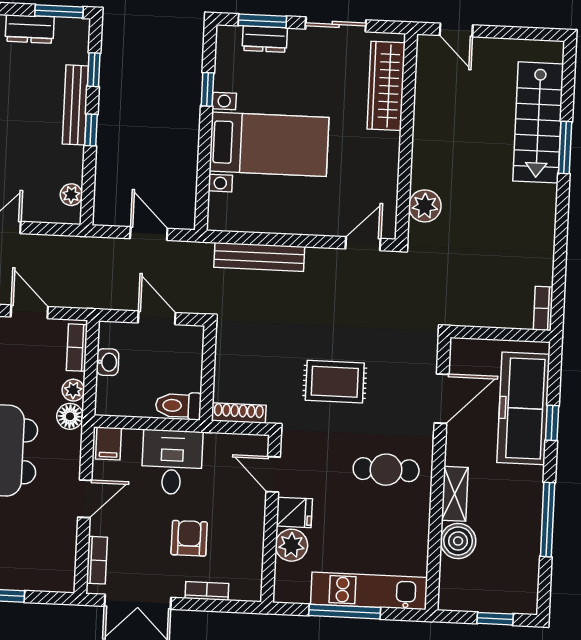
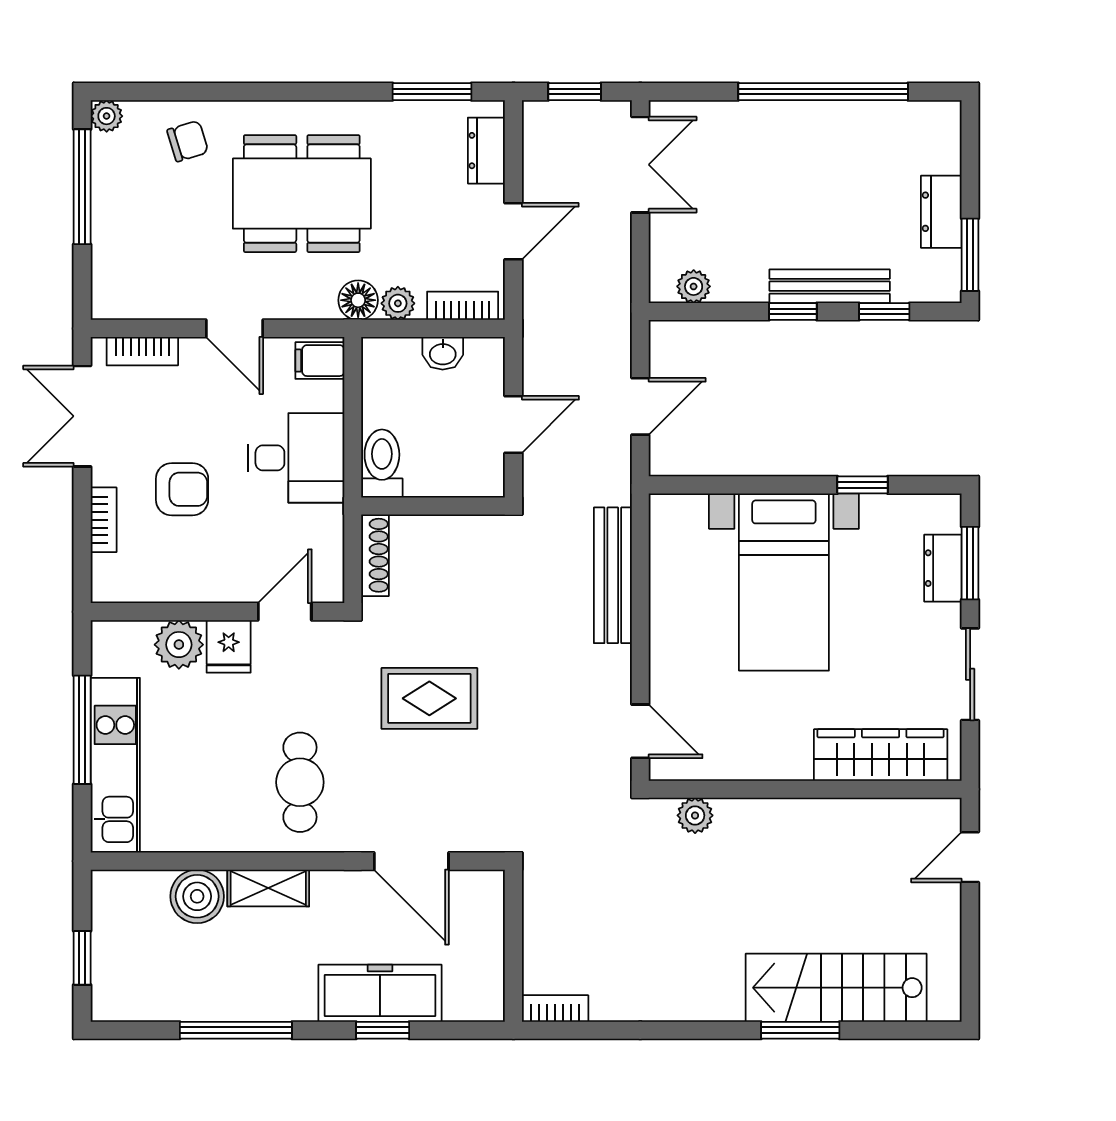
plant: (425, 206) -> (695, 815), width x0.73, depth x0.73
rug: (335, 382) -> (429, 698), turned 90
freezer: (523, 408) -> (380, 993), width x0.73, depth x0.79

